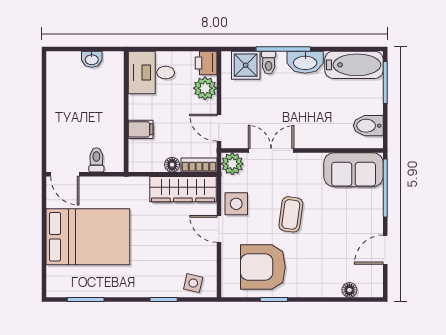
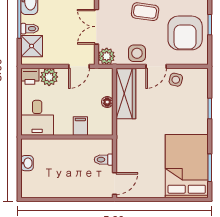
bookcase: (199, 165) -> (107, 82), removed
bed: (88, 237) -> (187, 166), moved
side table: (193, 283) -> (176, 80), moved

